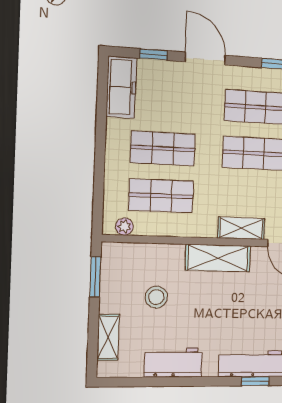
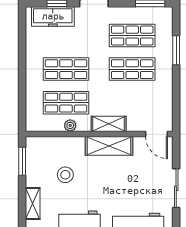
freezer: (121, 87) -> (53, 16), moved, turned 90
plant: (124, 227) -> (70, 125), moved
shelving: (241, 228) -> (109, 124), moved

